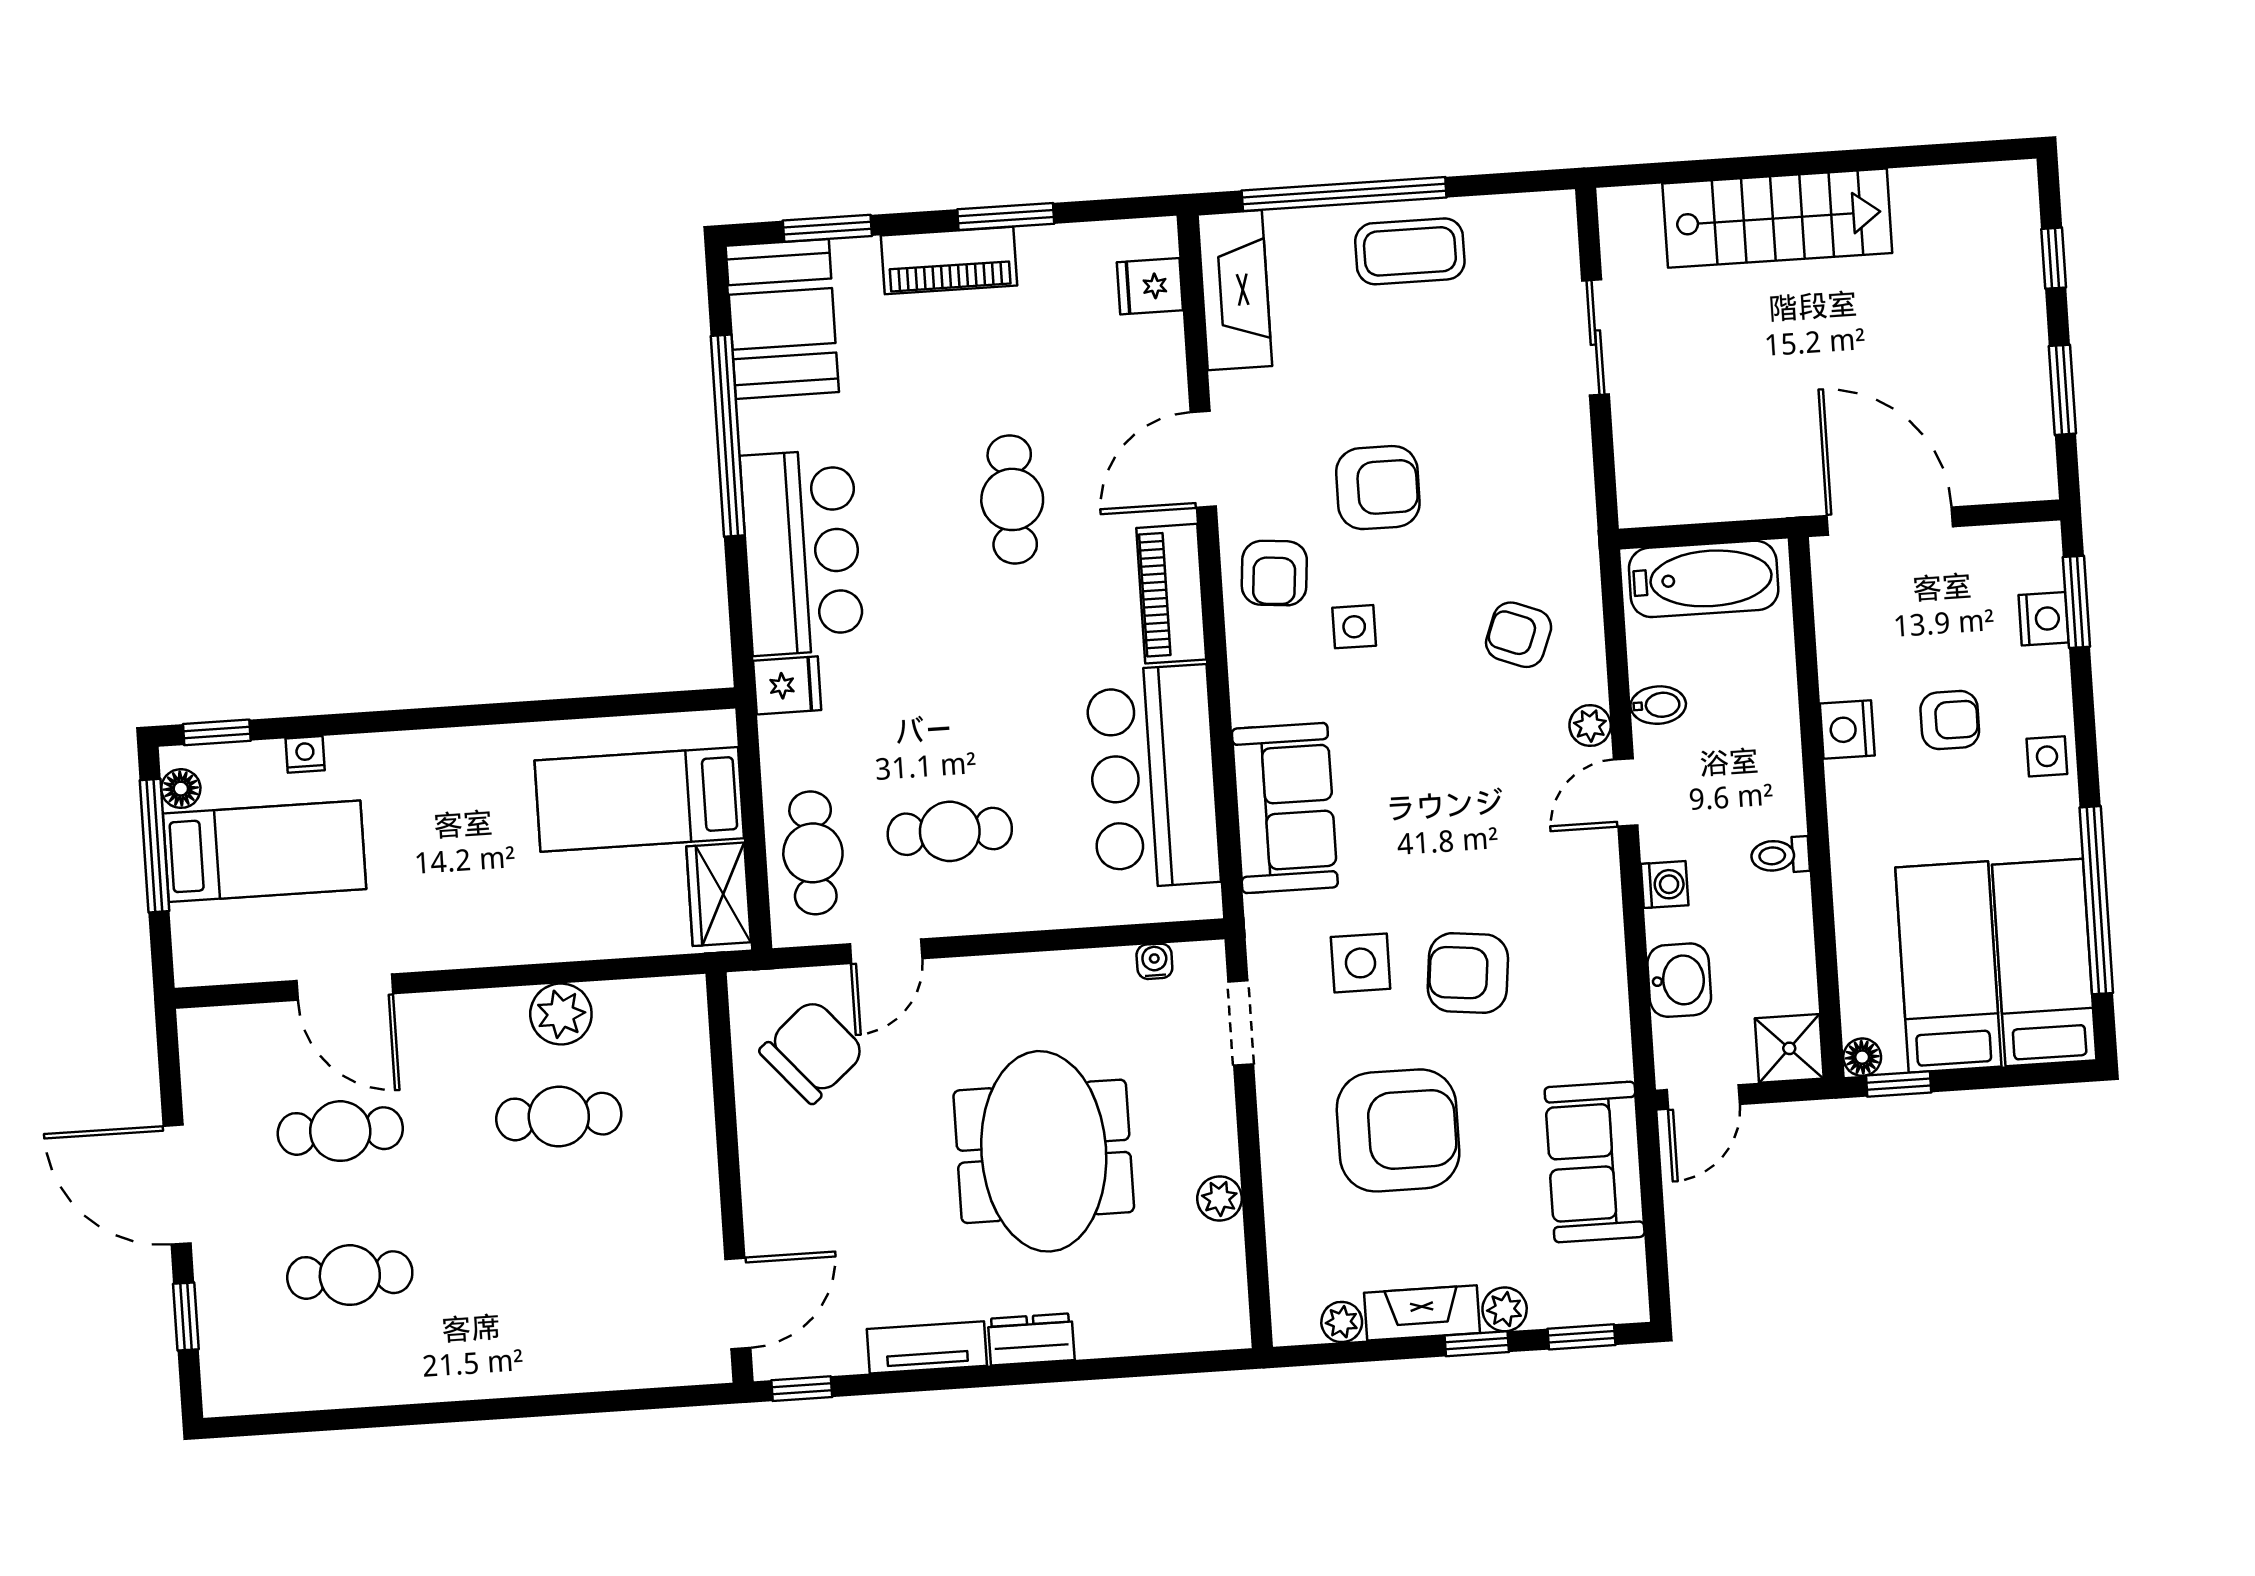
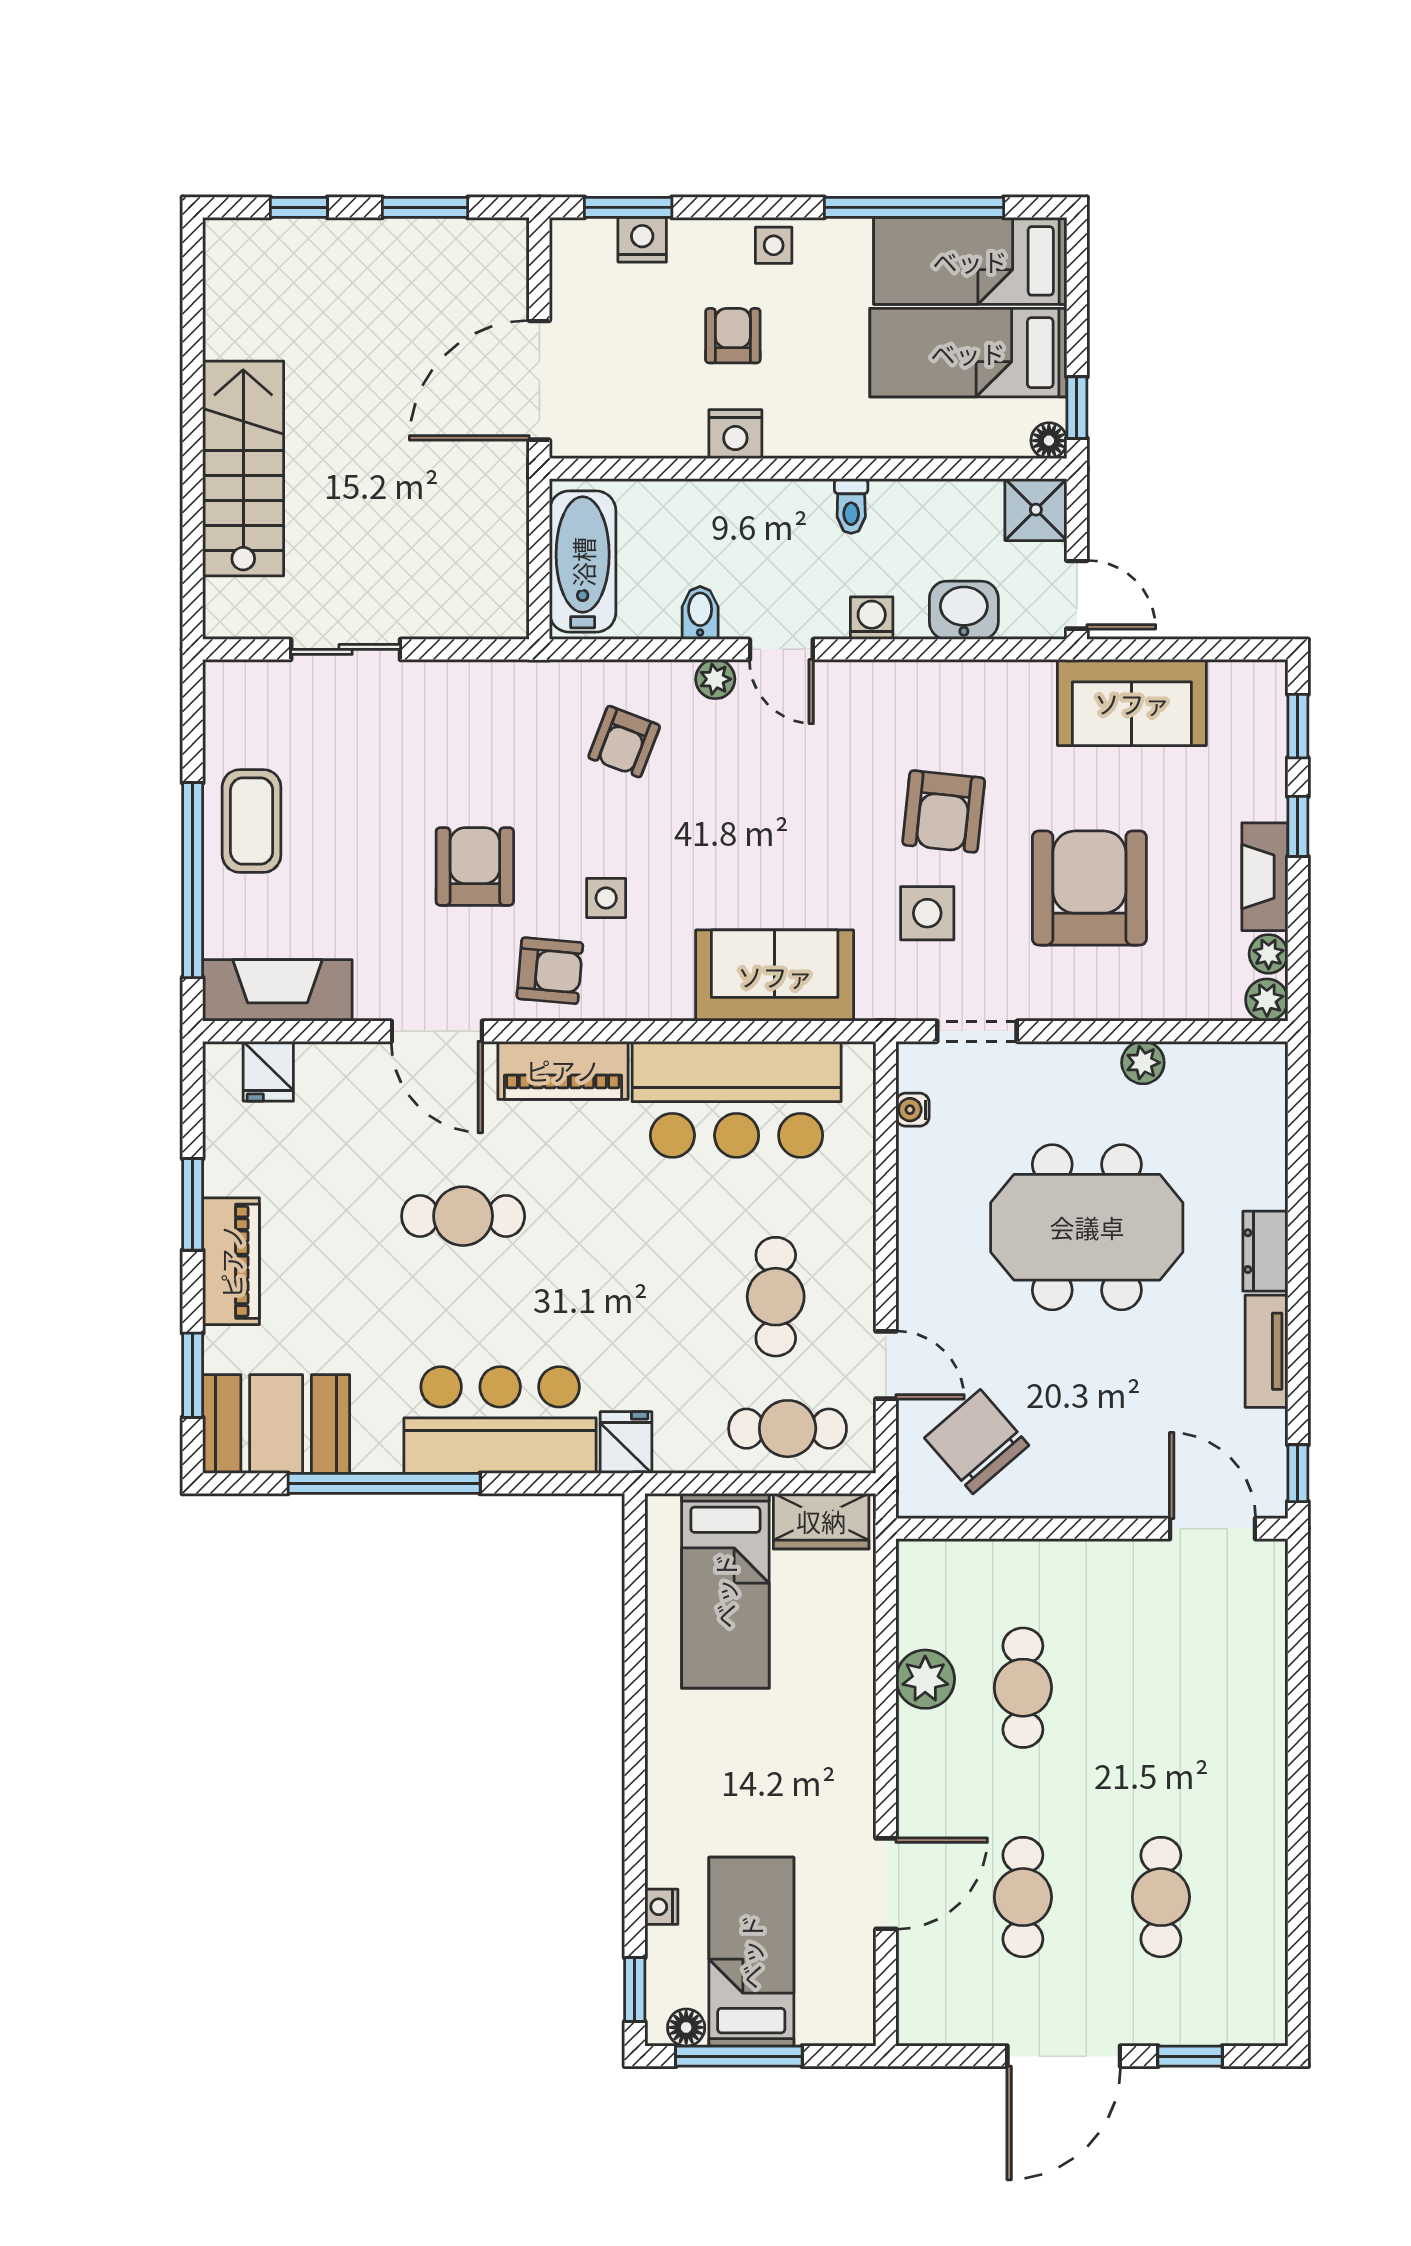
plant: (1505, 1309) -> (1267, 1000), moved

